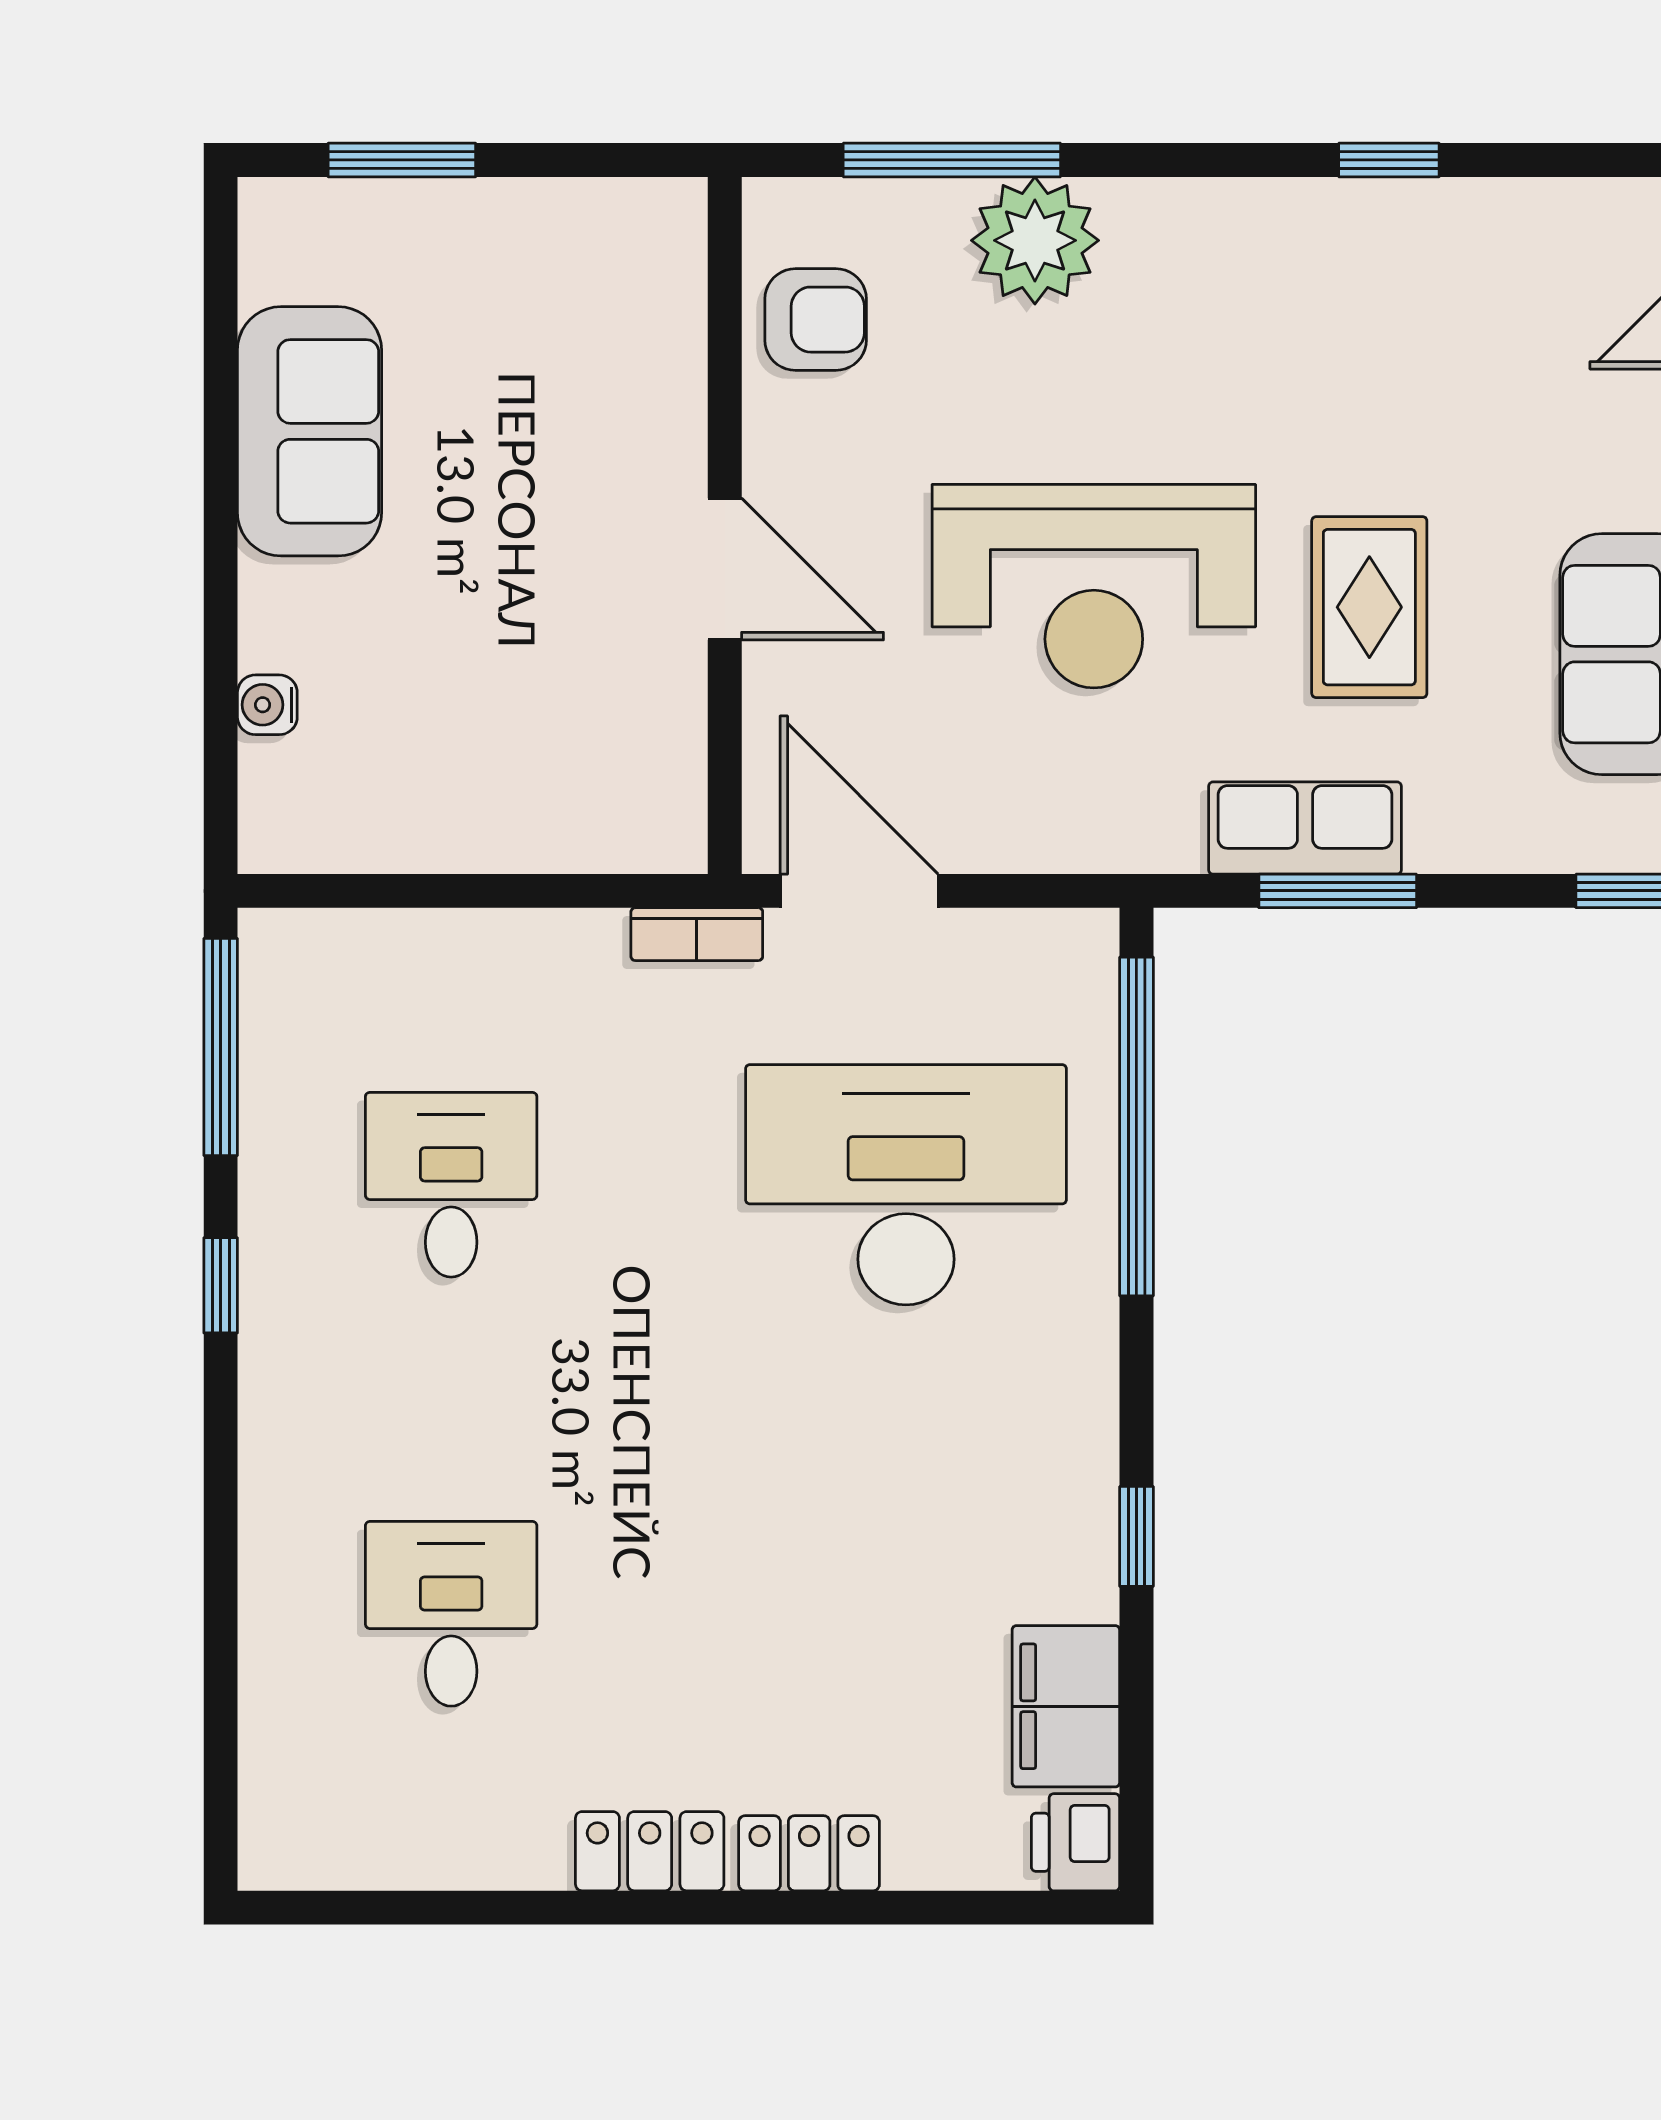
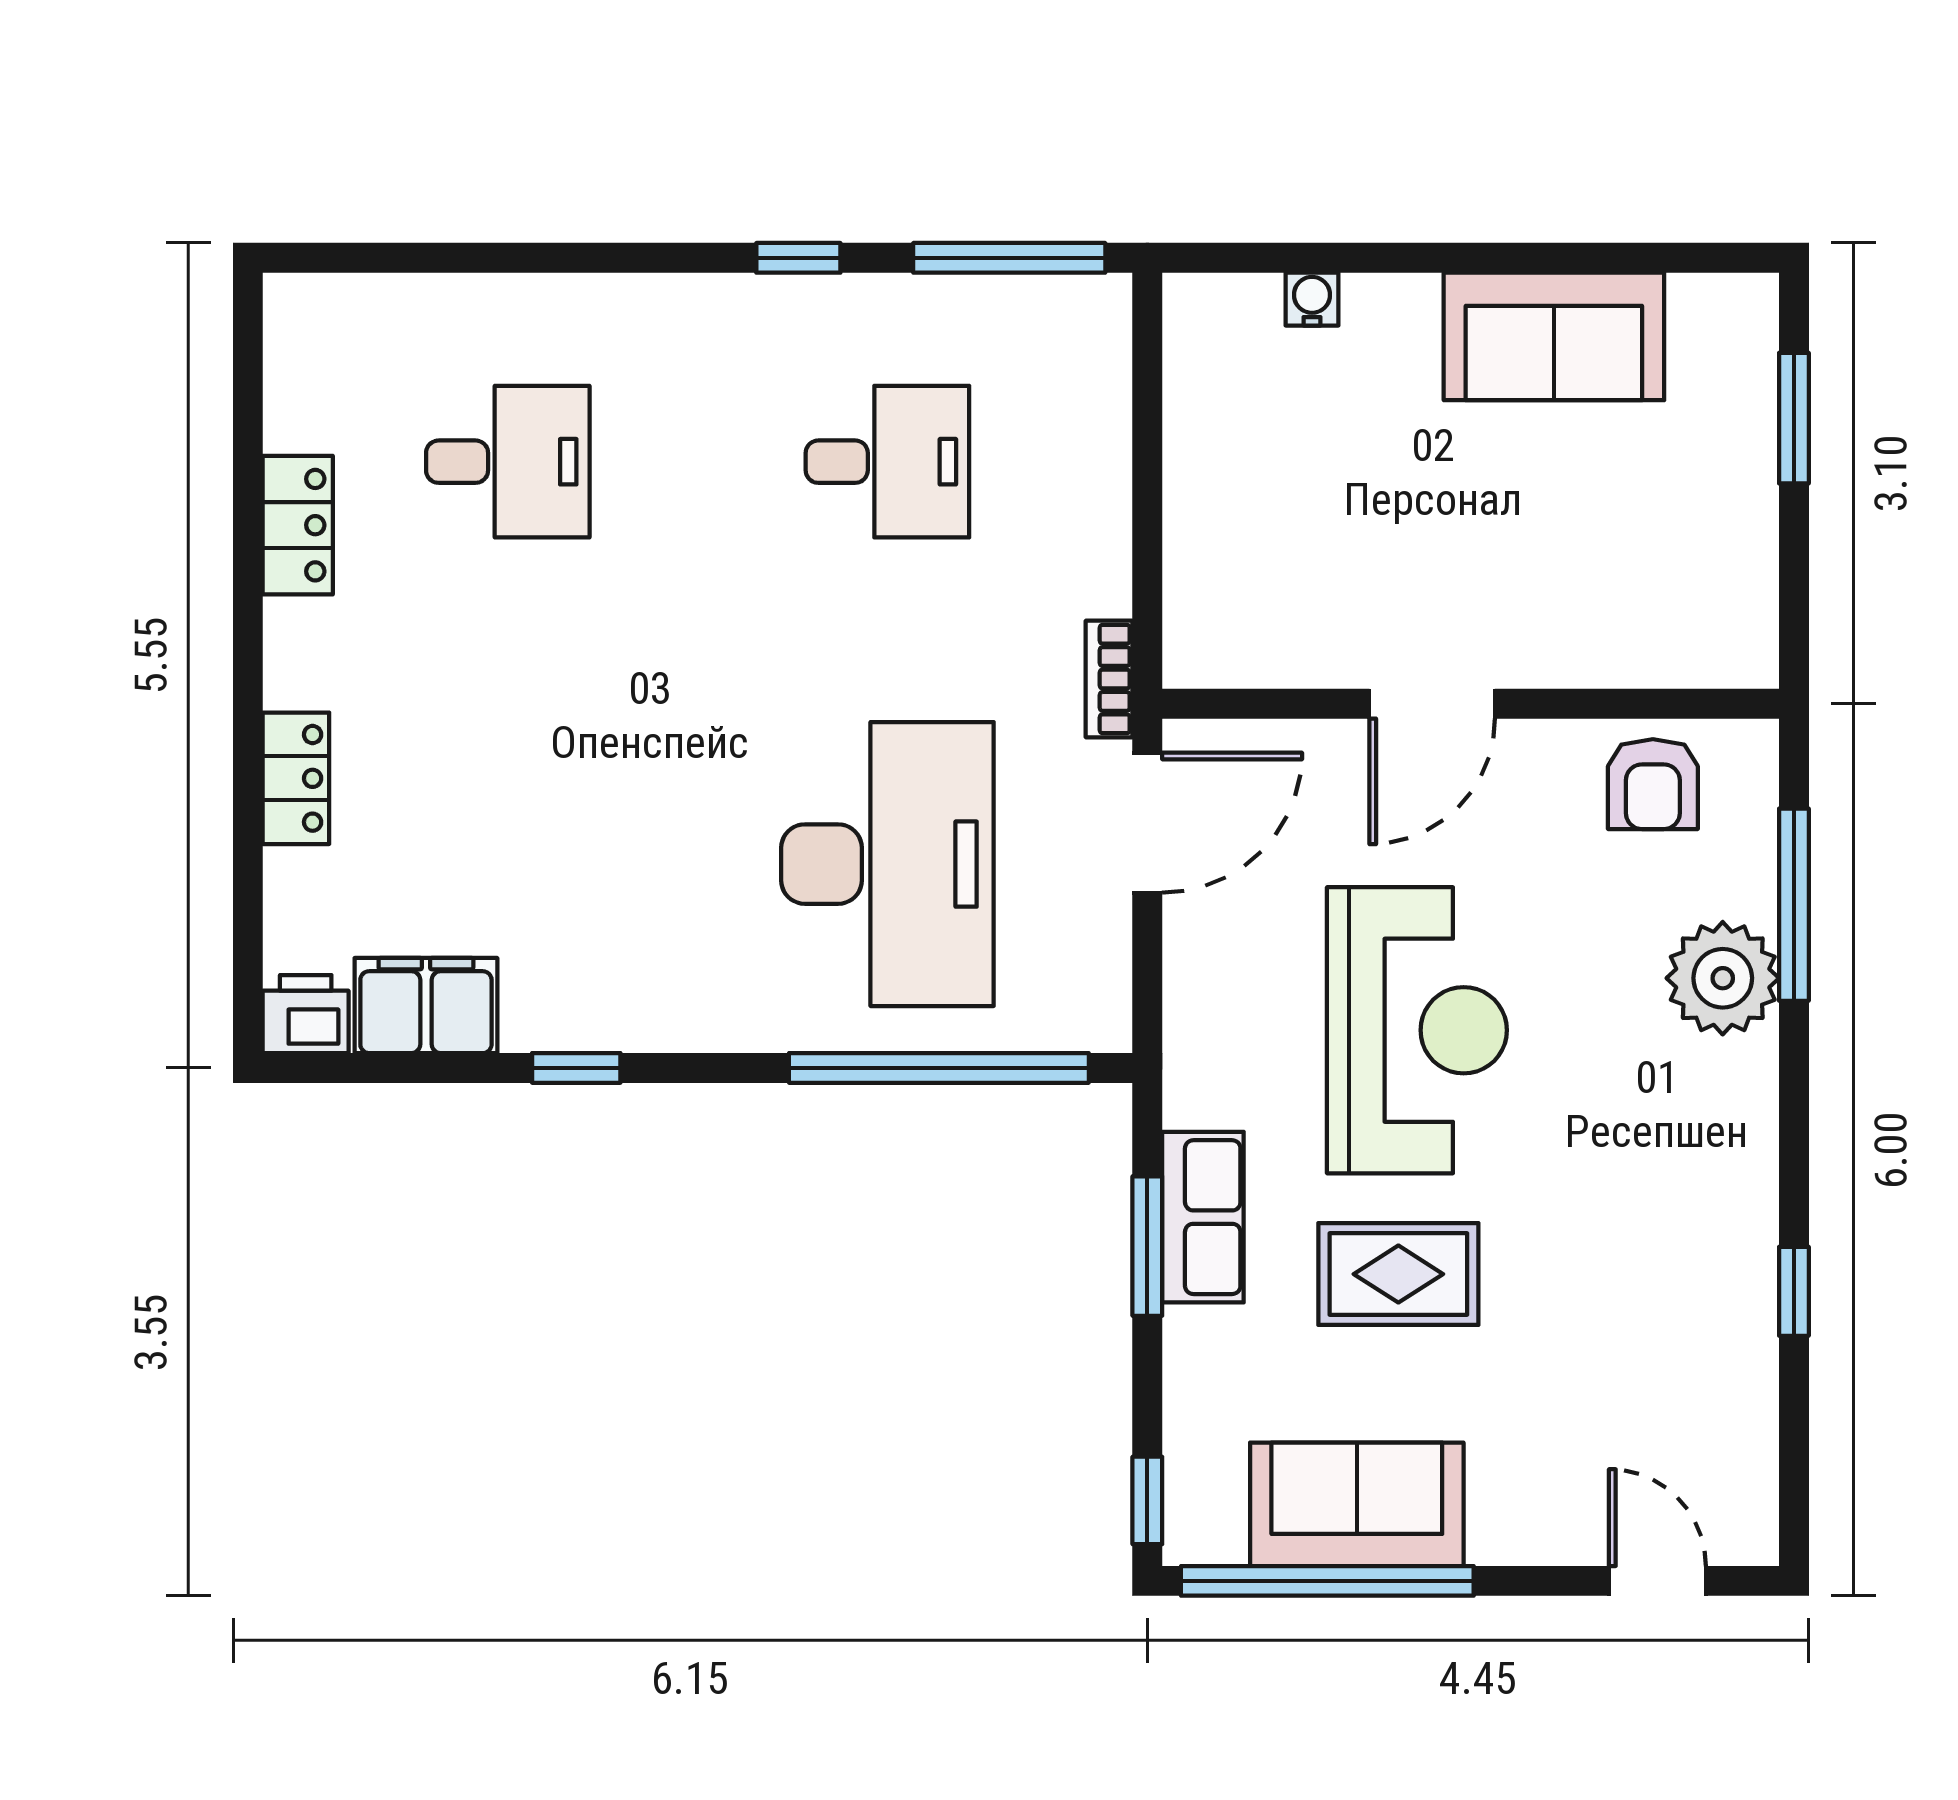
reception desk: (1094, 586) -> (1417, 1030), turned 180
locker: (650, 1851) -> (298, 525), moved

